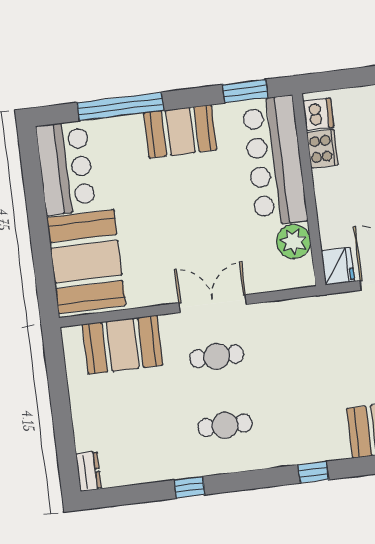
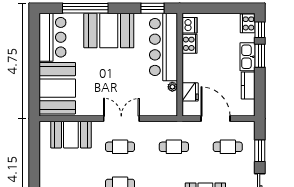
booth: (180, 131) -> (109, 31), width x1.36, depth x1.42
plant: (293, 242) -> (172, 87), width x0.53, depth x0.53
fridge: (338, 266) -> (190, 92), moved
cafe table: (317, 344) -> (174, 147), added

